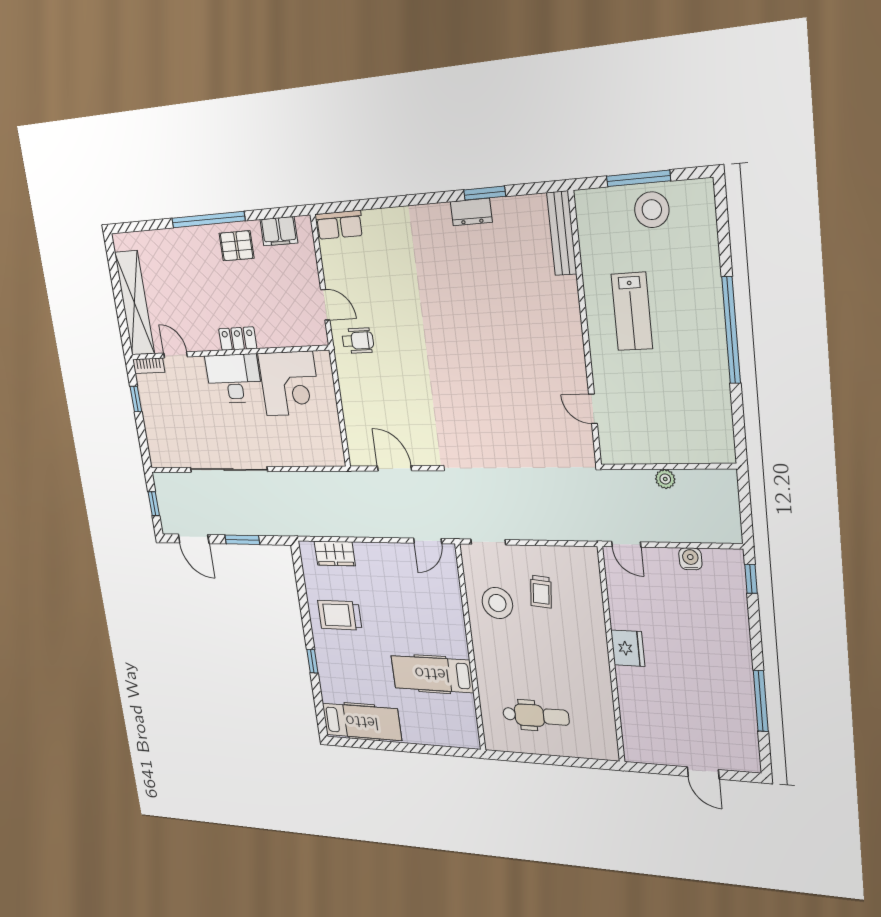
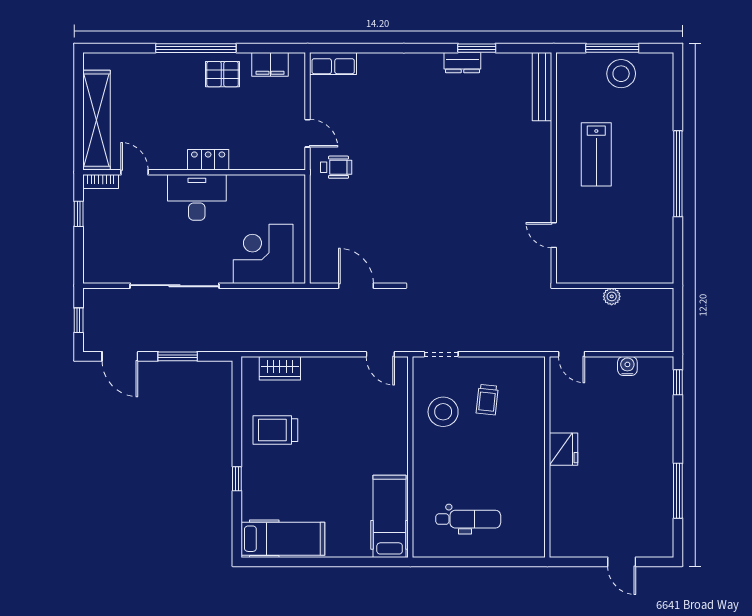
corner desk: (289, 384) -> (263, 254), moved, turned 180
door: (428, 541) -> (380, 354), hinge flipped
hospital bed: (432, 674) -> (390, 516), moved, turned 90

